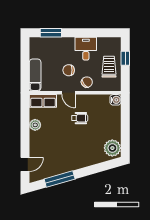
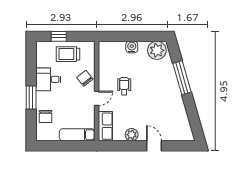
window: (51, 33) -> (31, 97), moved
chair: (69, 70) -> (45, 116), moved
water cooler: (115, 100) -> (132, 47), moved
door: (25, 164) -> (154, 146), moved
window: (60, 179) -> (182, 78), moved

